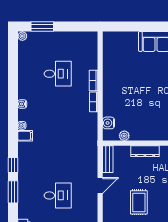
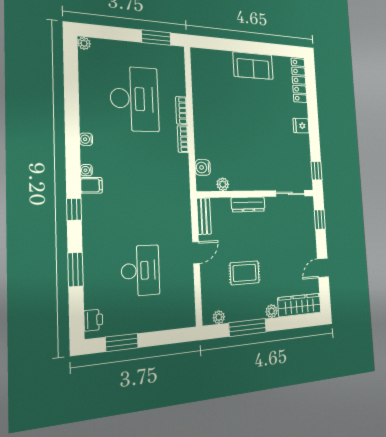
window: (42, 27) -> (156, 38), moved
desk: (58, 74) -> (135, 99), width x1.87, depth x1.30
window: (13, 165) -> (74, 209), moved
desk: (58, 195) -> (140, 271), width x1.37
rug: (139, 202) -> (245, 273), turned 90

